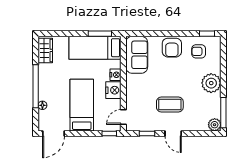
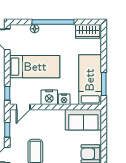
door: (123, 117) -> (23, 107), swing flipped

